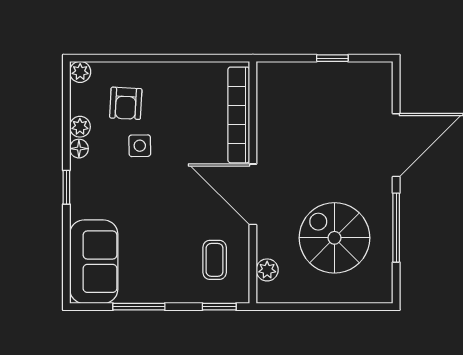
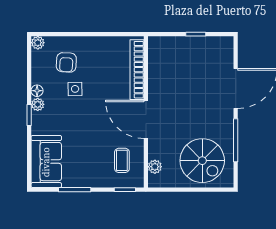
plant: (80, 127) -> (38, 104), moved
spiral stairs: (334, 238) -> (202, 161), moved, turned 180

